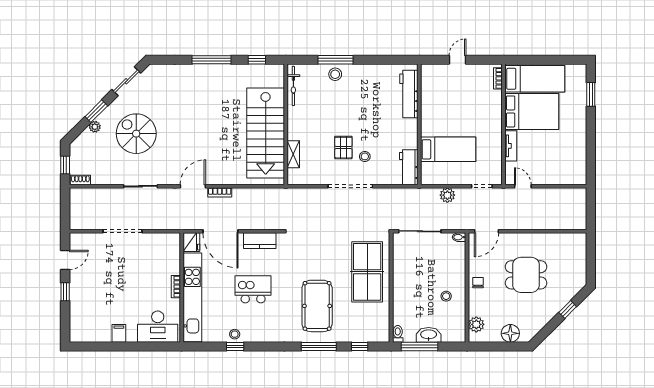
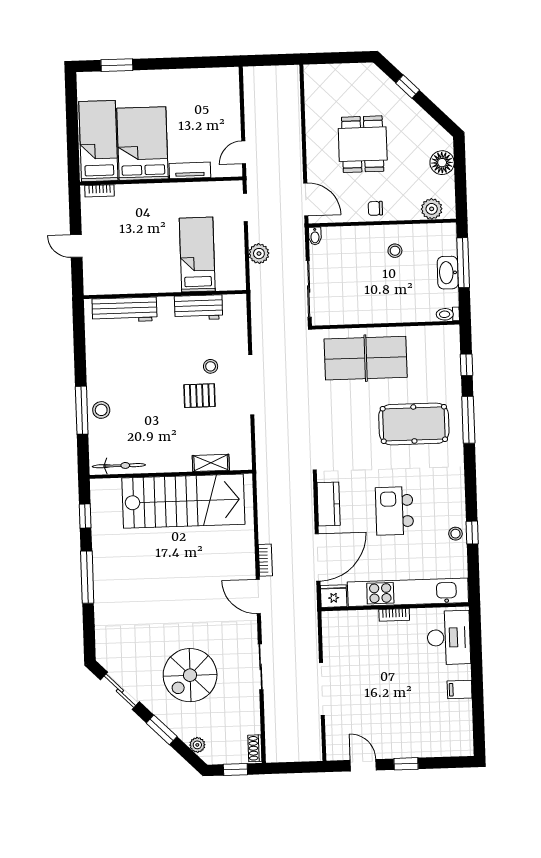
plant: (95, 127) -> (197, 745), moved
workbench: (409, 167) -> (199, 308), moved
window: (420, 346) -> (463, 263), moved

